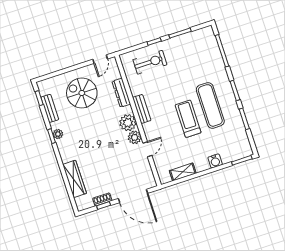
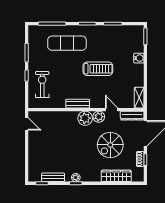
spiral stairs: (82, 93) -> (110, 145), moved
dresser: (121, 93) -> (132, 116), moved
exercise mat: (210, 105) -> (67, 43), moved
treadmill: (188, 119) -> (98, 69), turned 180
shelving: (183, 172) -> (139, 98), moved

